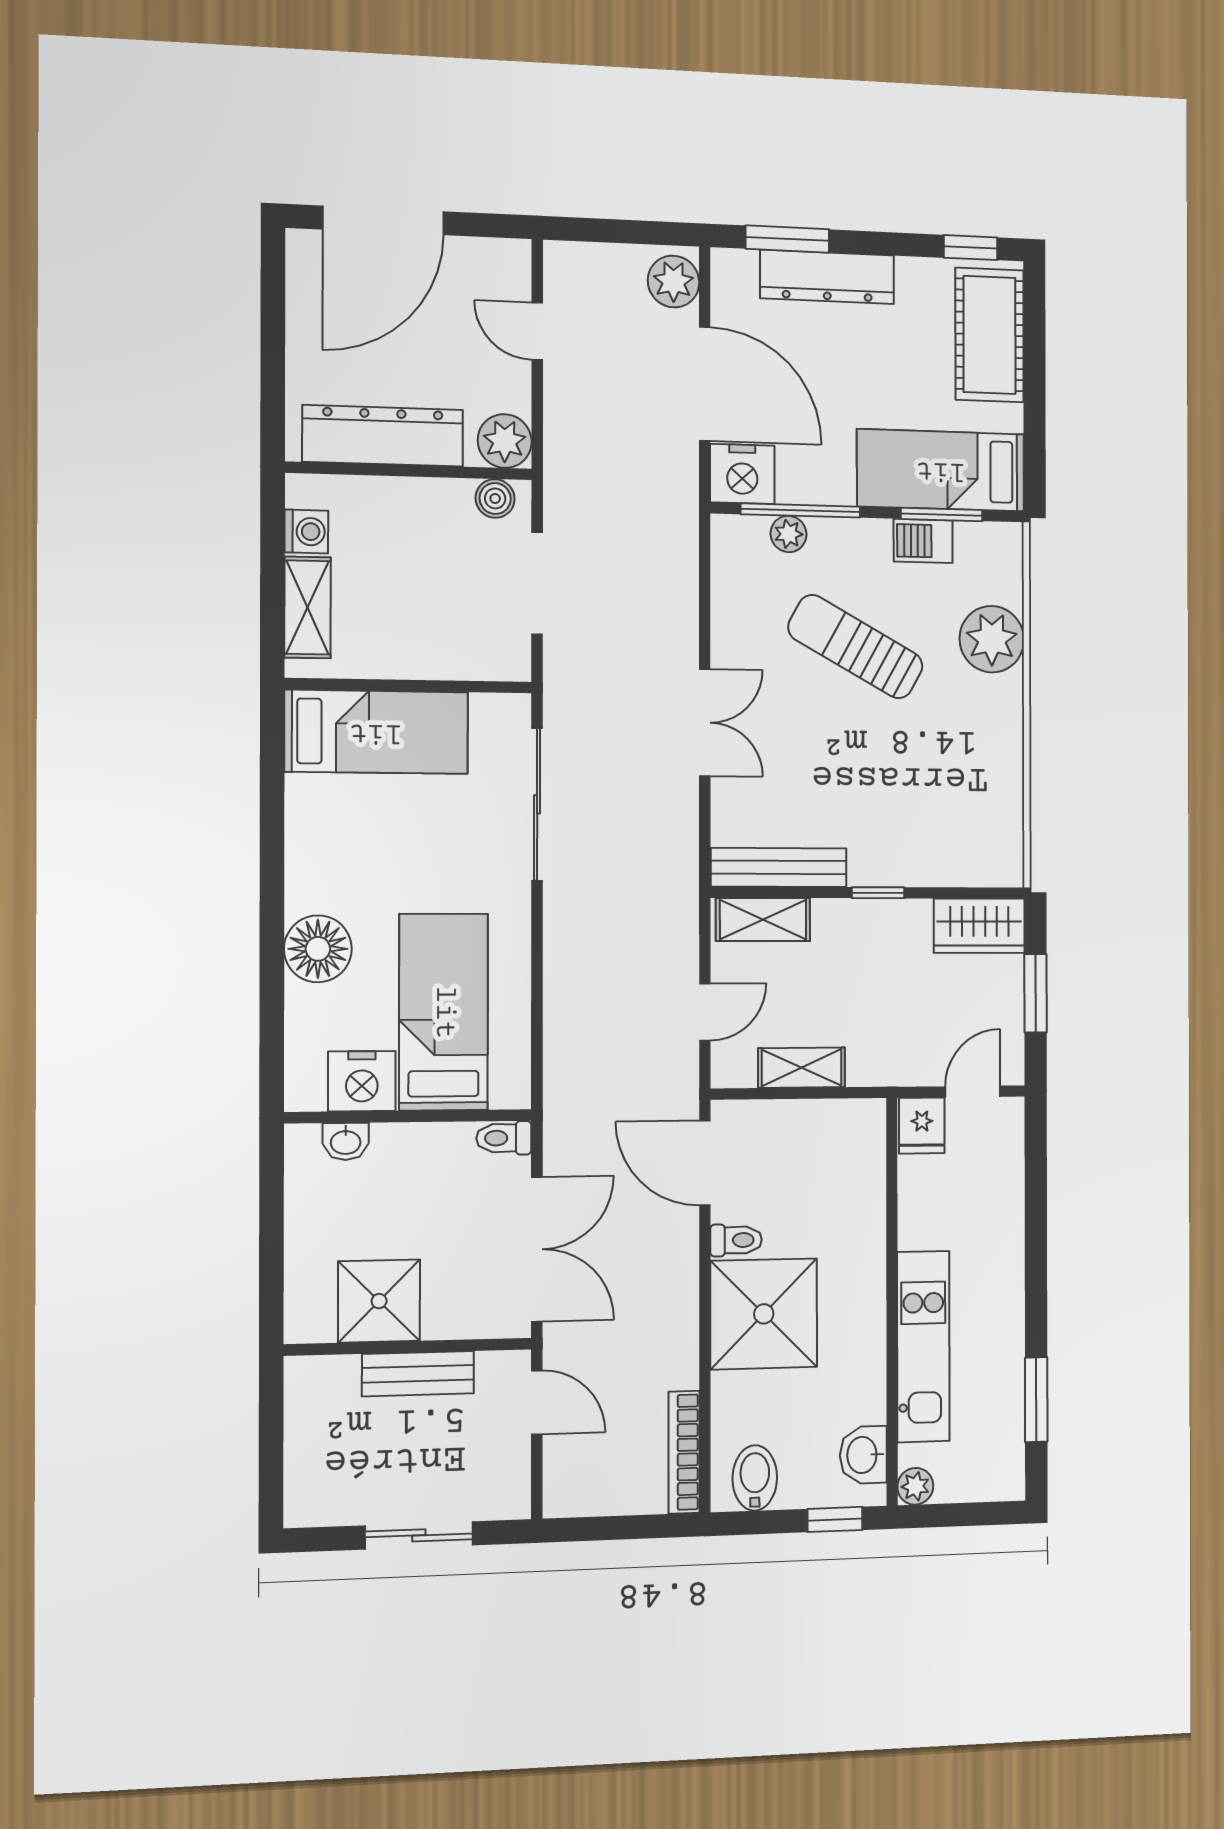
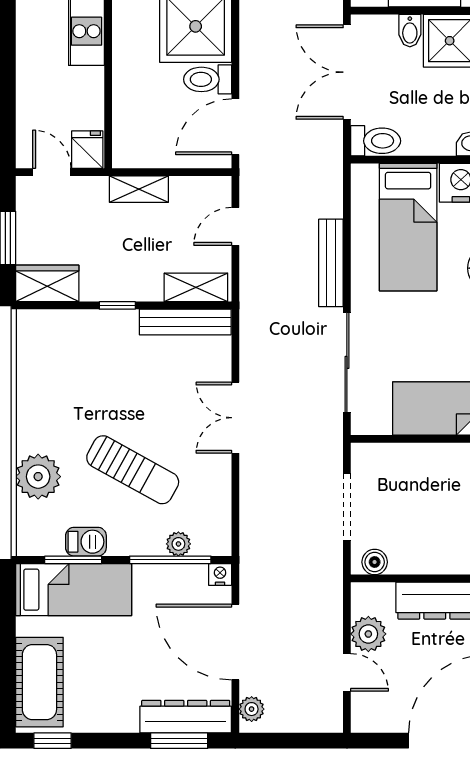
dresser: (827, 277) -> (186, 717), moved
plant: (673, 282) -> (252, 709), width x0.73, depth x0.73
plant: (505, 441) -> (368, 634), moved
nightstand: (742, 474) -> (220, 574), width x0.53, depth x0.56
bench: (561, 957) -> (331, 263), added
shelving: (802, 1068) -> (139, 189), moved
door: (973, 1092) -> (52, 172), swing flipped
toilet: (504, 1138) -> (376, 141), width x1.37, depth x1.39
door: (705, 1163) -> (235, 127), swing flipped
toilet: (736, 1240) -> (208, 79), width x1.37, depth x1.39
bidet: (441, 1315) -> (410, 31), added

